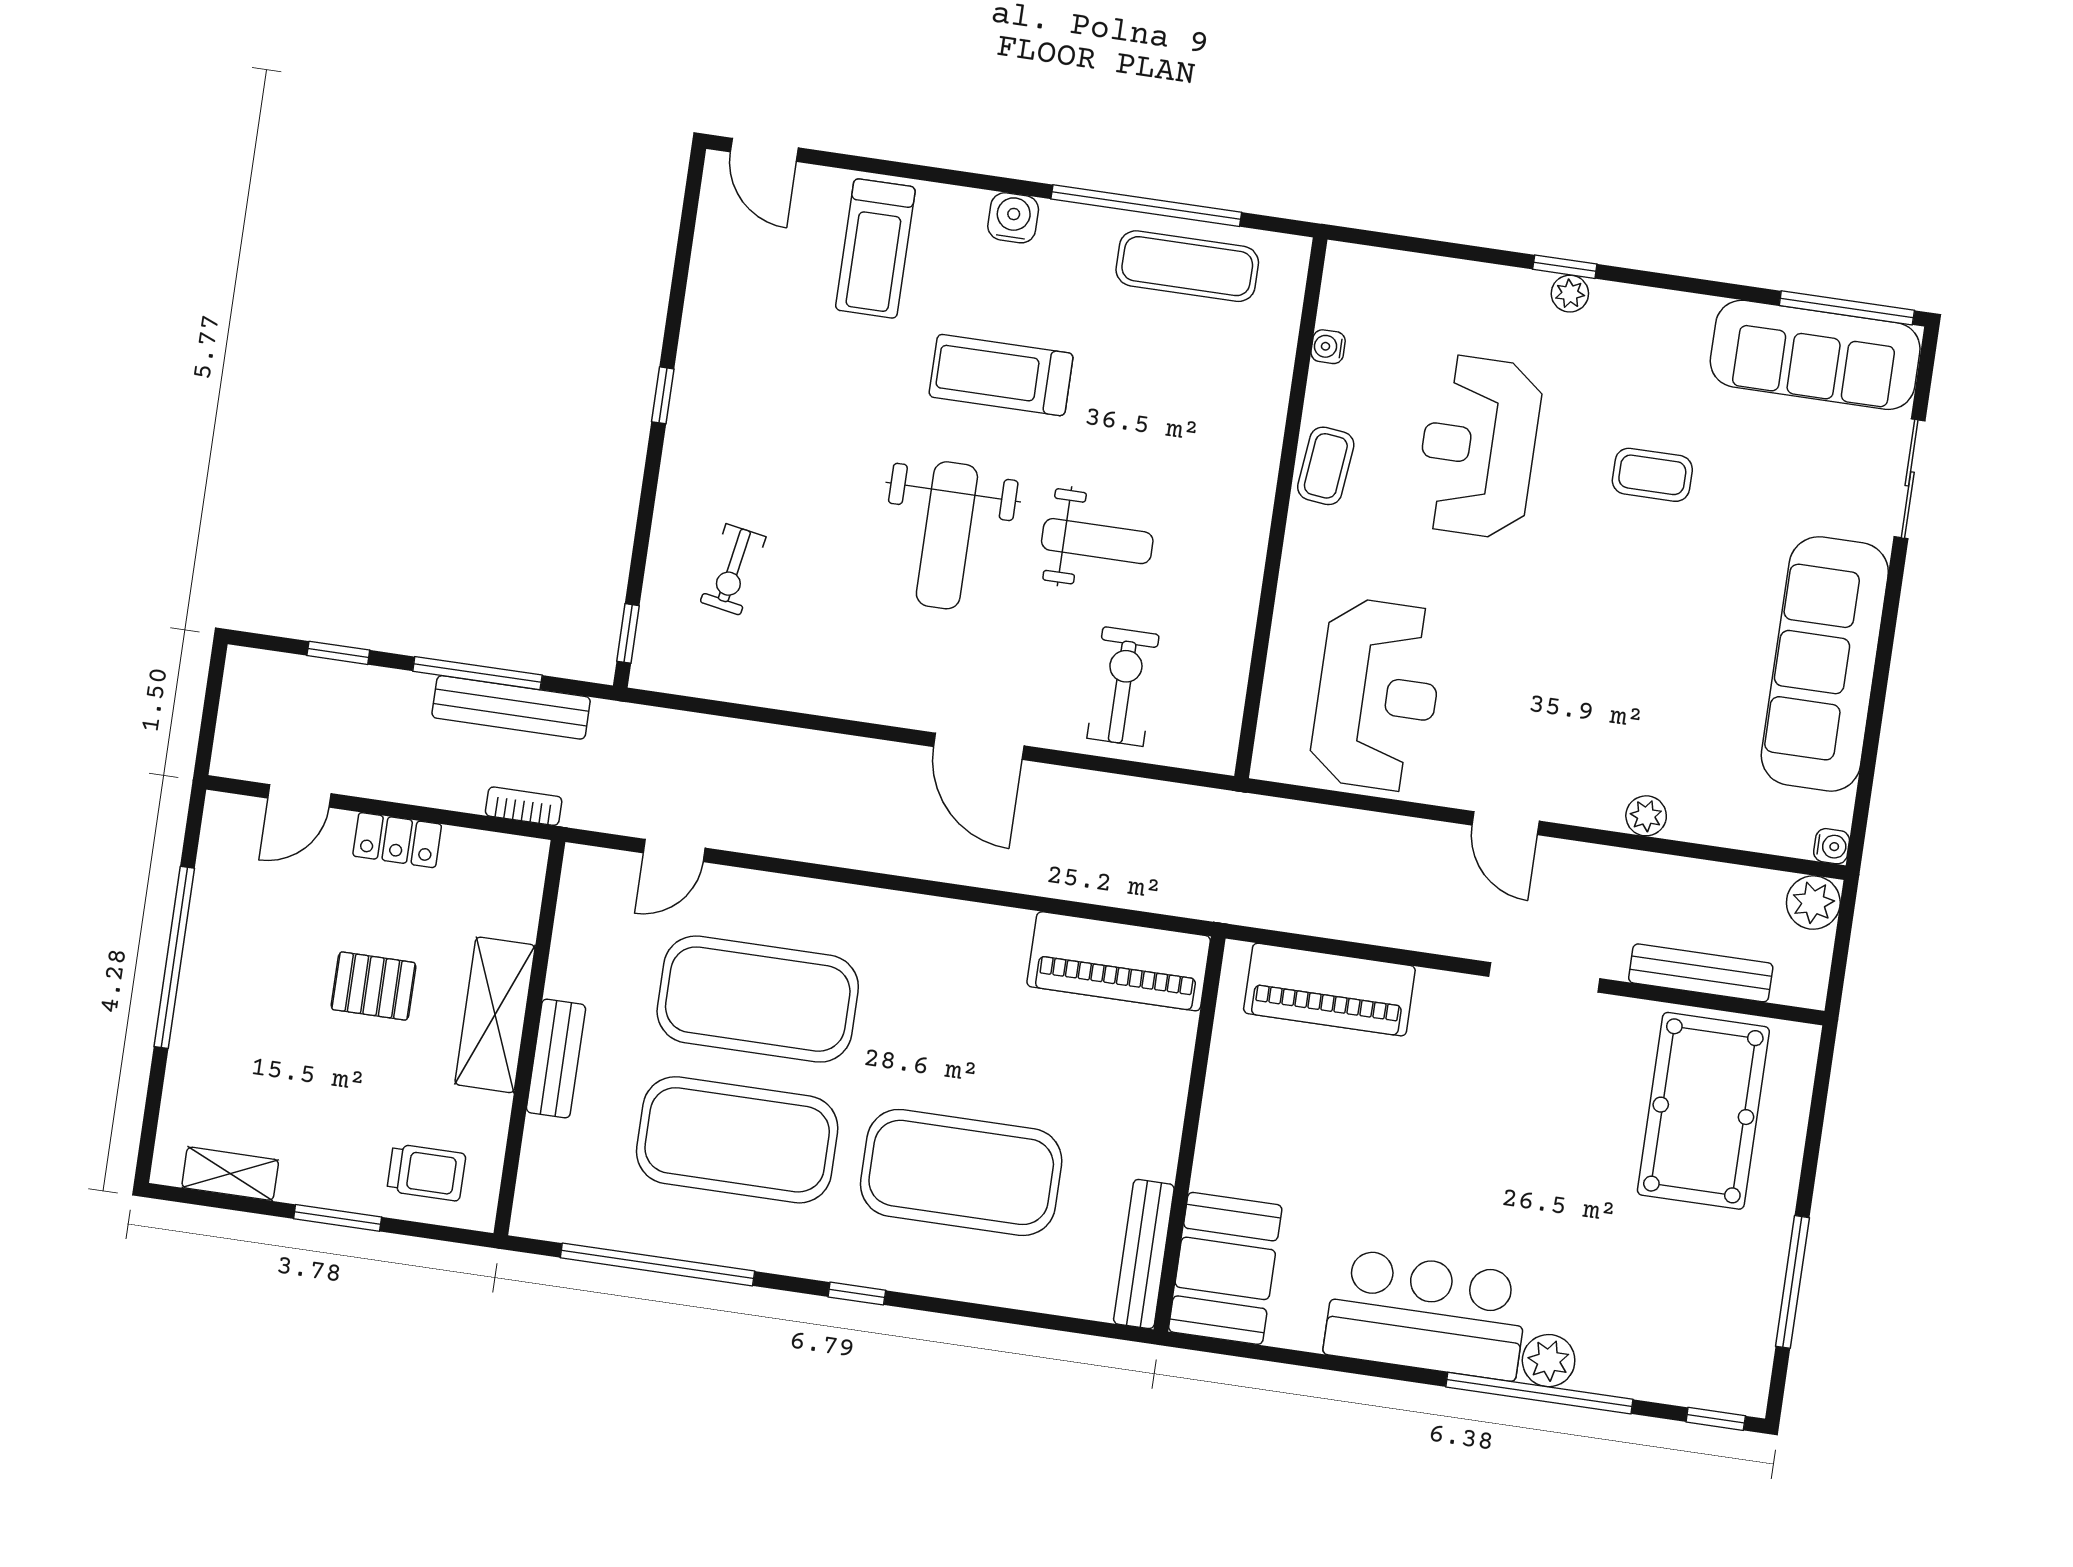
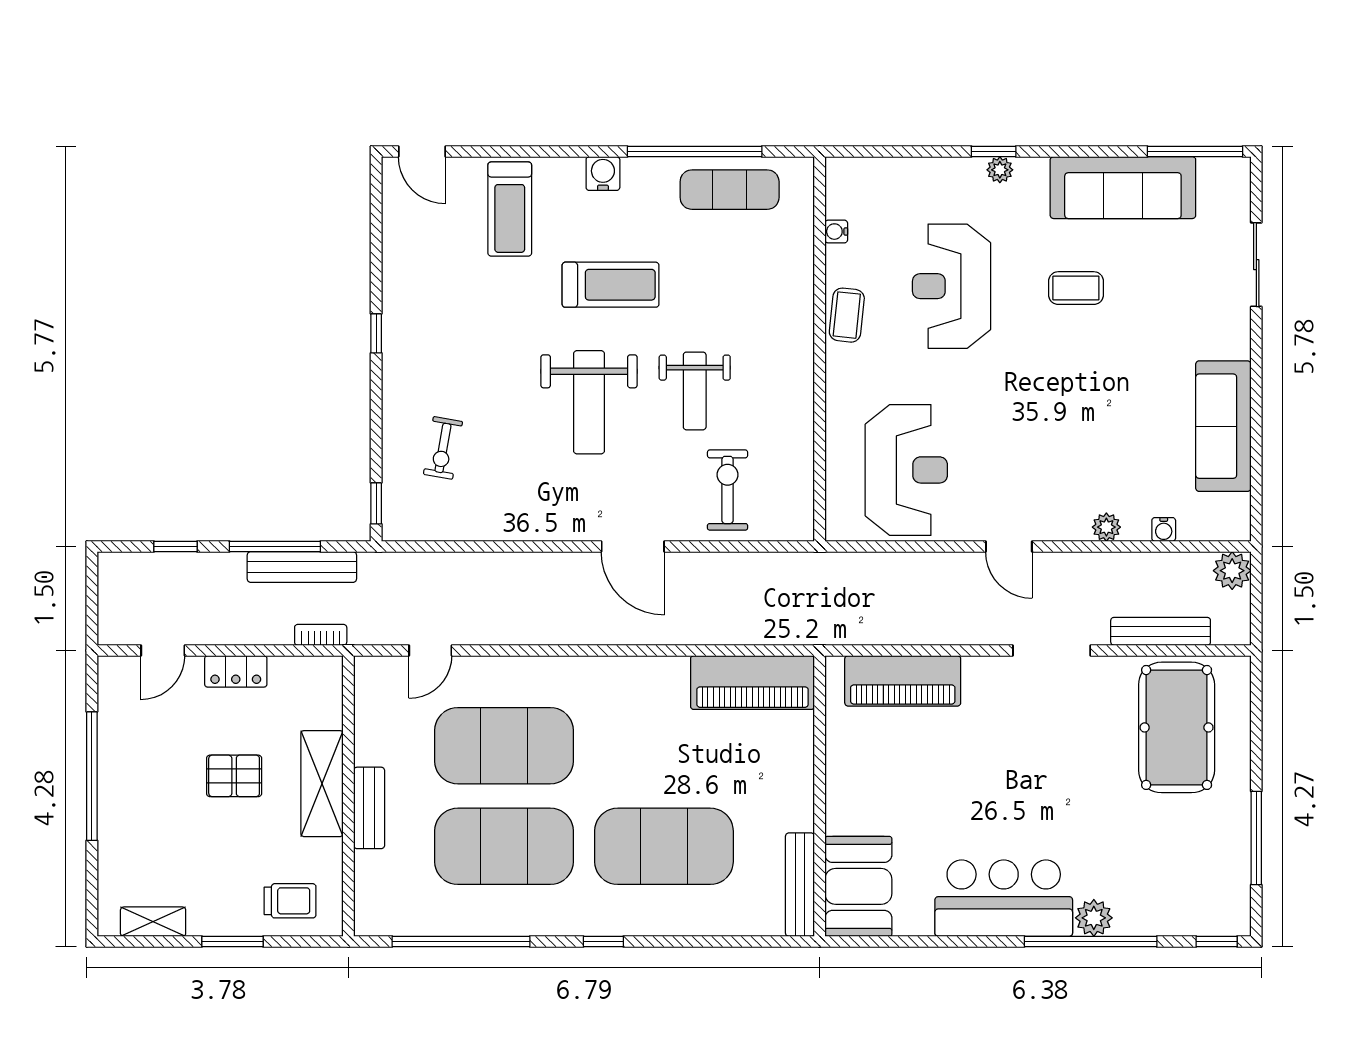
sofa: (1815, 355) -> (1123, 188), moved
treadmill: (1001, 375) -> (611, 285), turned 180
weight bench: (1097, 541) -> (695, 391), turned 90
sofa: (1825, 664) -> (1223, 426), width x0.74, depth x0.79
water cooler: (1832, 846) -> (1164, 529), moved, turned 90

